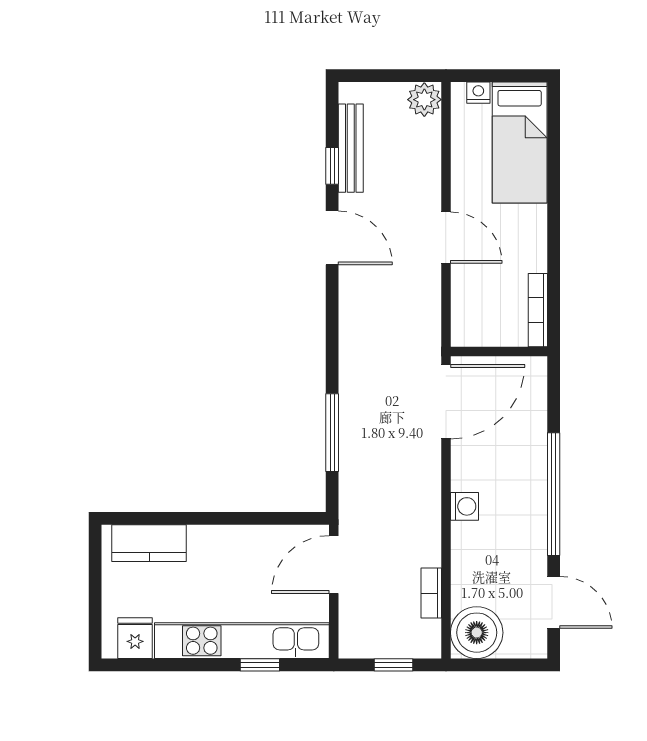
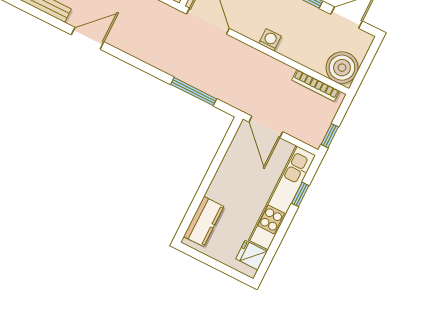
window: (332, 166) -> (48, 19), removed
bookcase: (431, 593) -> (316, 85), width x1.56
window: (394, 665) -> (330, 136), moved

